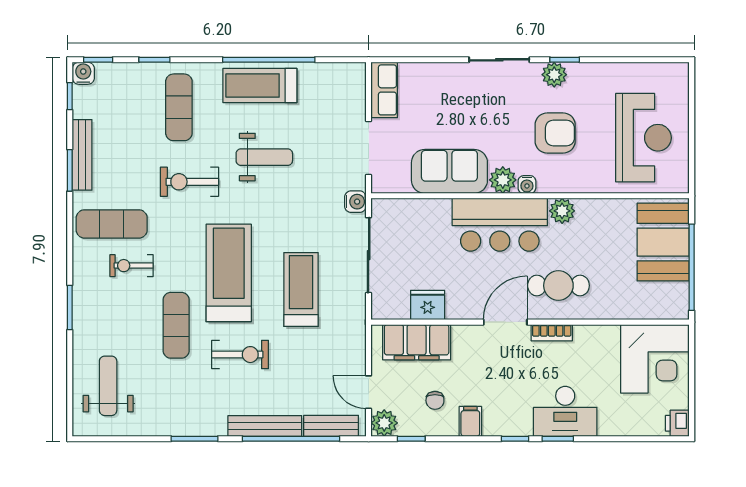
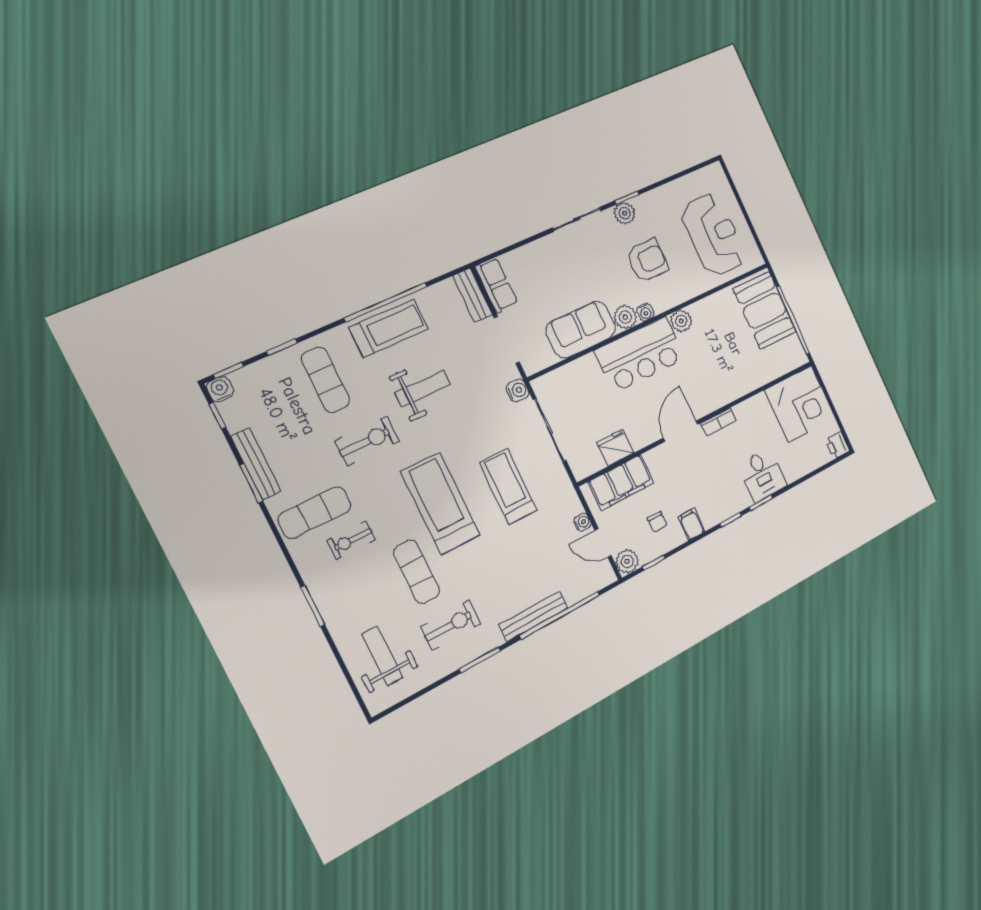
treadmill: (260, 85) -> (389, 328), turned 180
exercise bike: (189, 182) -> (367, 441), turned 180
cafe table: (558, 286) -> (706, 382), removed
exercise bike: (240, 355) -> (451, 625), moved
water cooler: (358, 361) -> (582, 522), added
desk: (565, 411) -> (762, 475), width x0.73
bench: (331, 426) -> (473, 295), moved, turned 90

